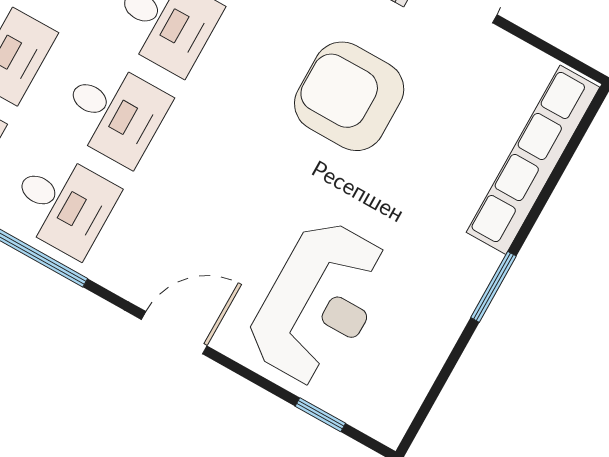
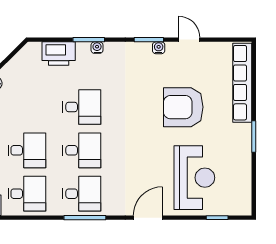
armchair: (349, 96) -> (183, 107), moved

